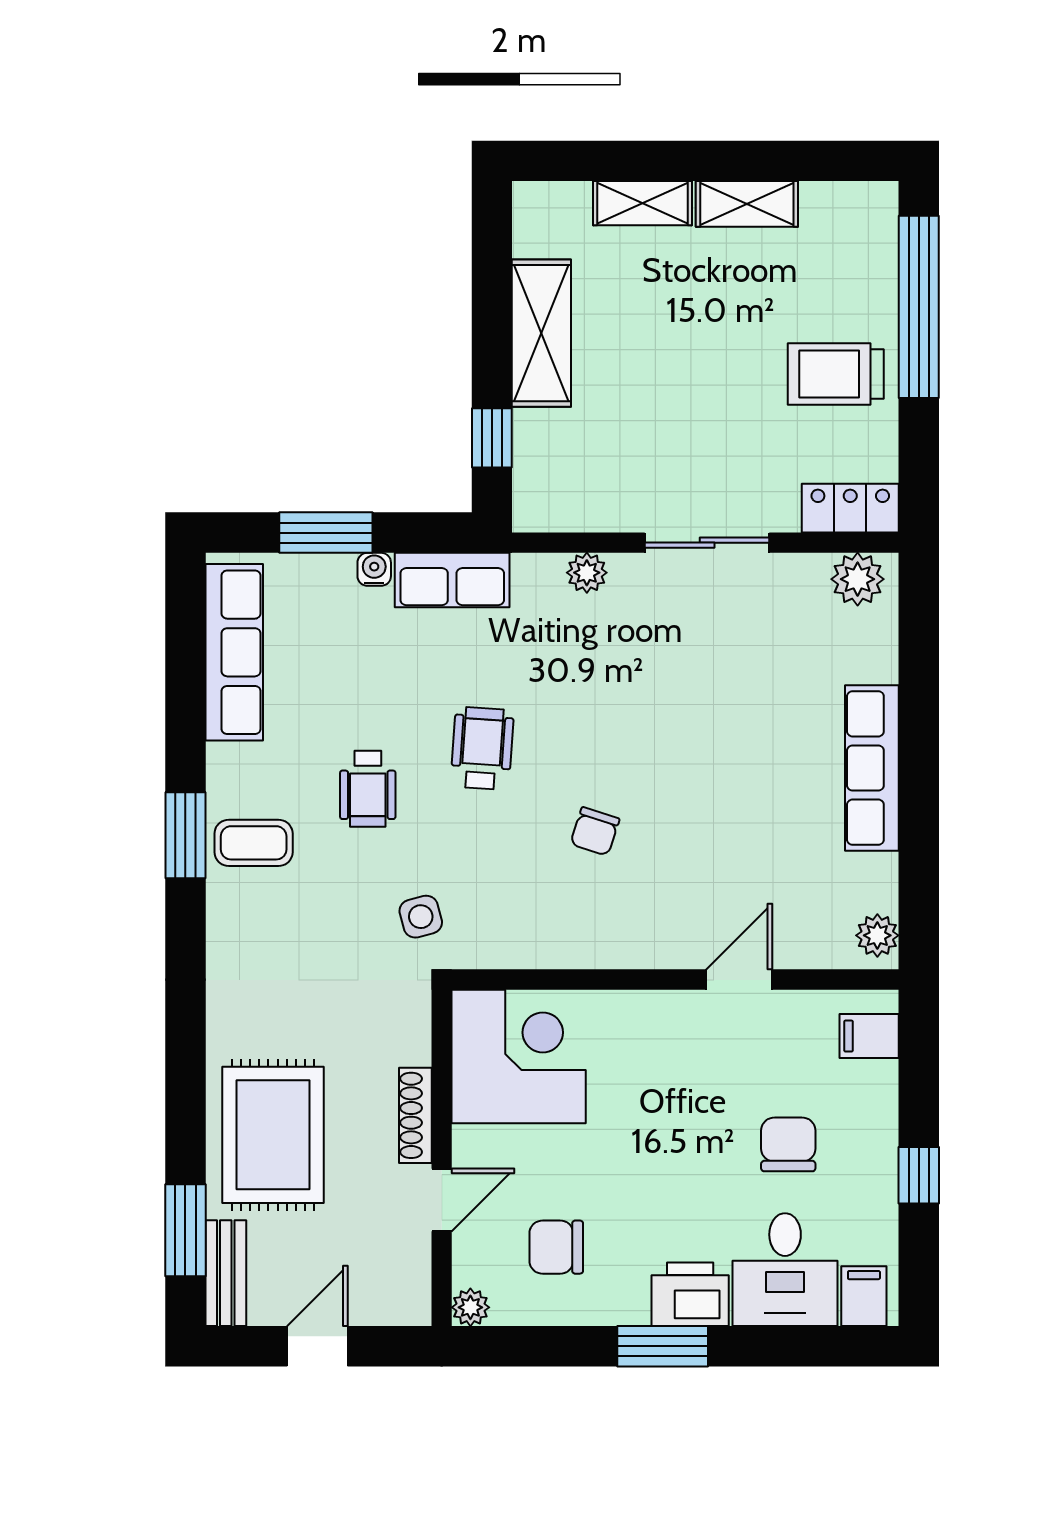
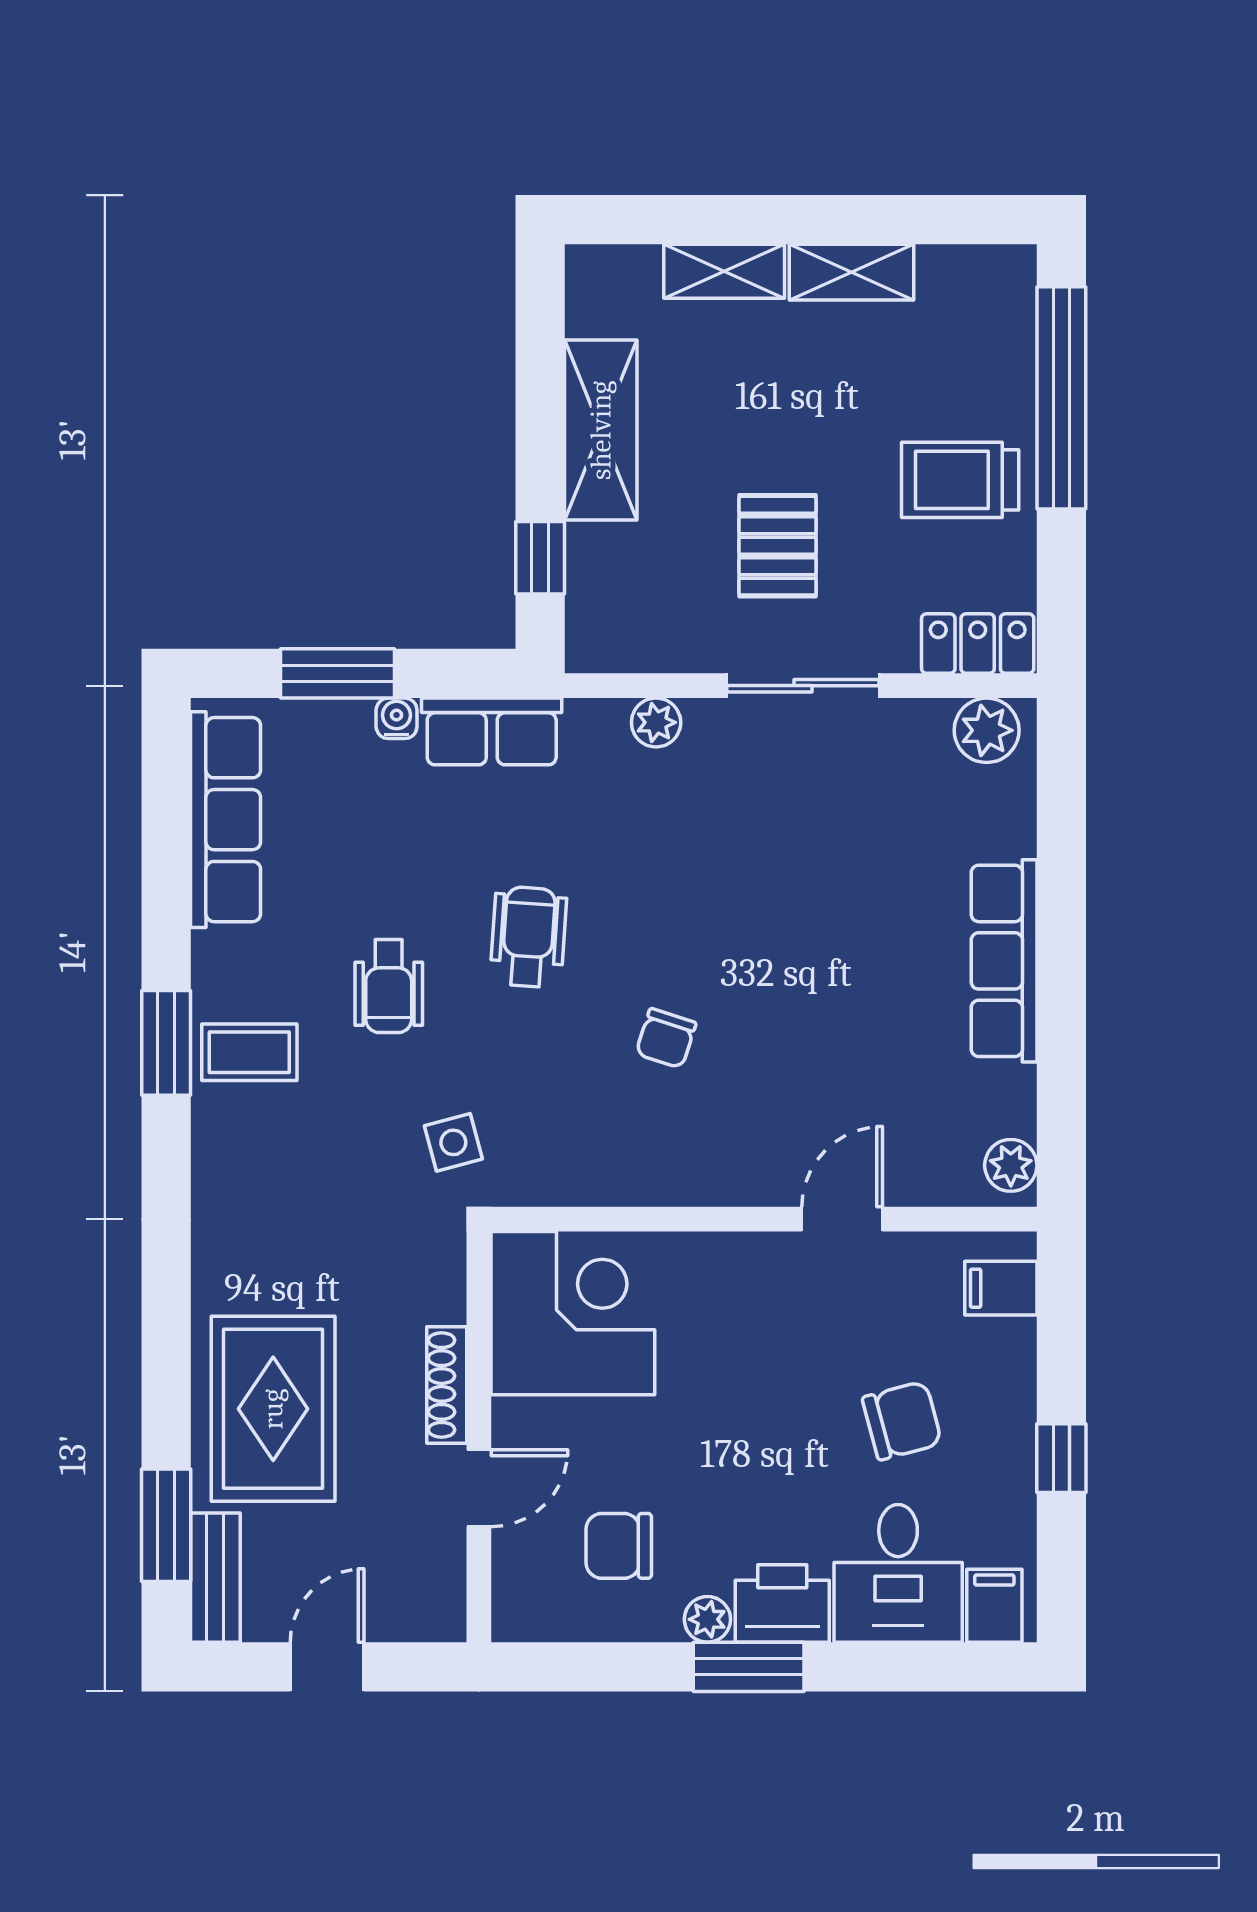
pallet: (686, 428) -> (778, 546), added
chair: (788, 1144) -> (902, 1421), turned 75
plant: (470, 1307) -> (707, 1619), moved

